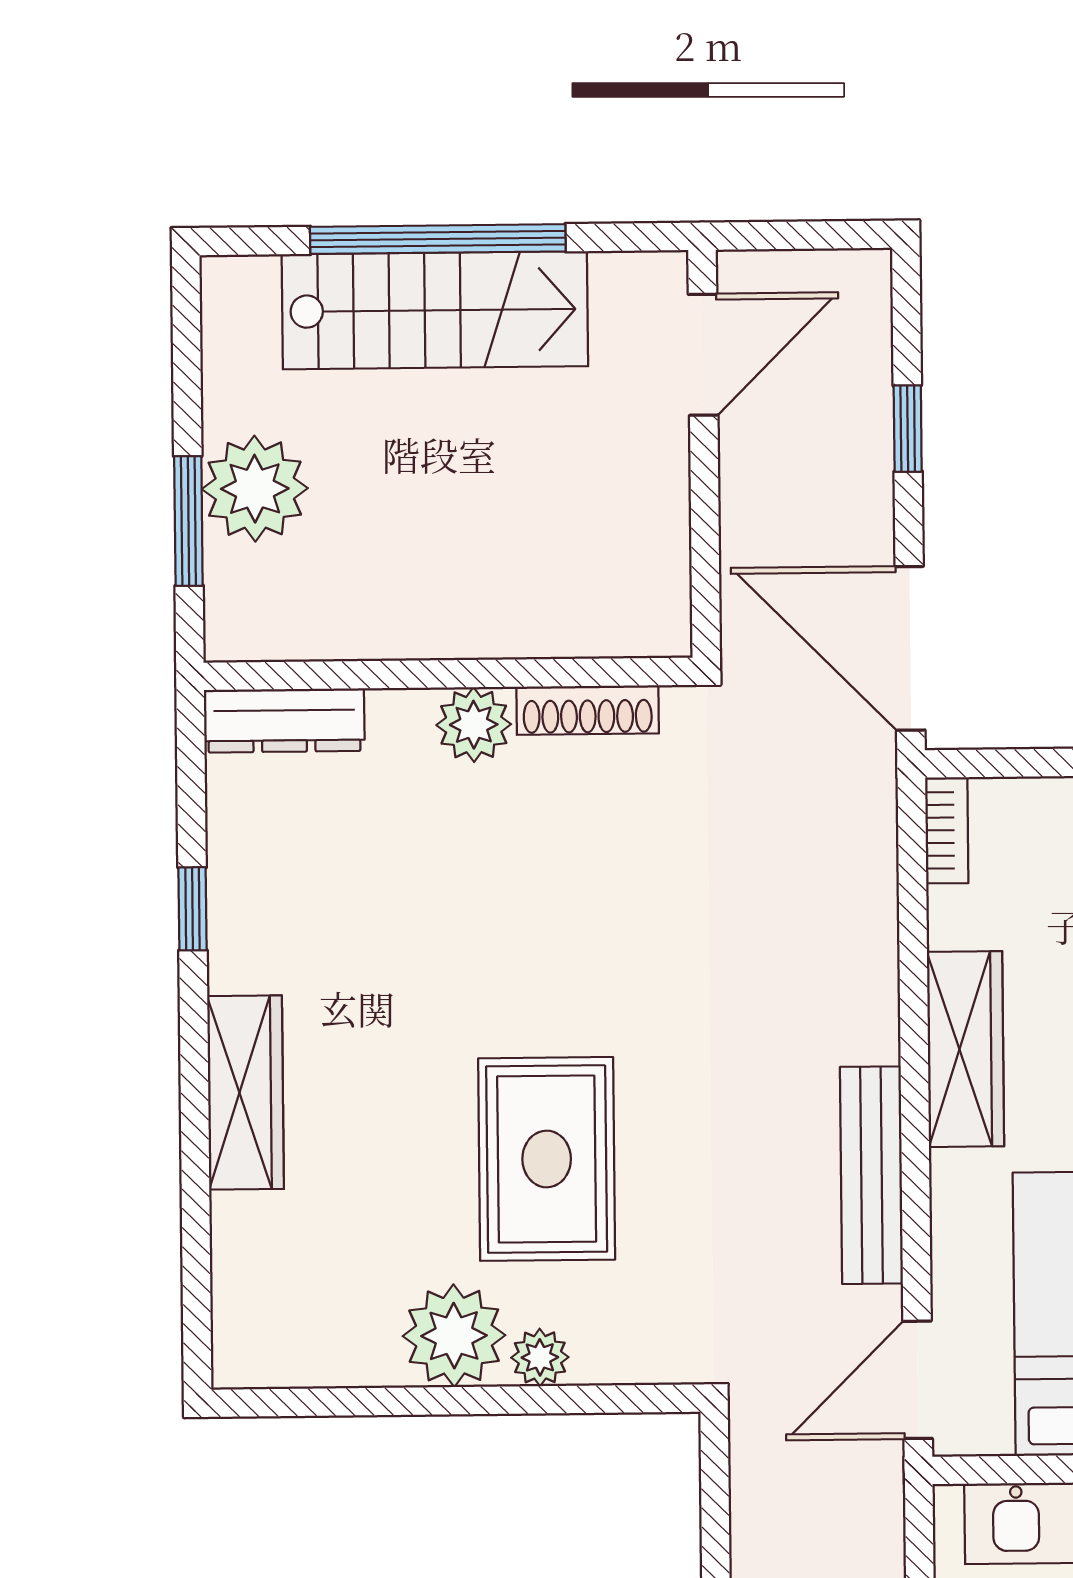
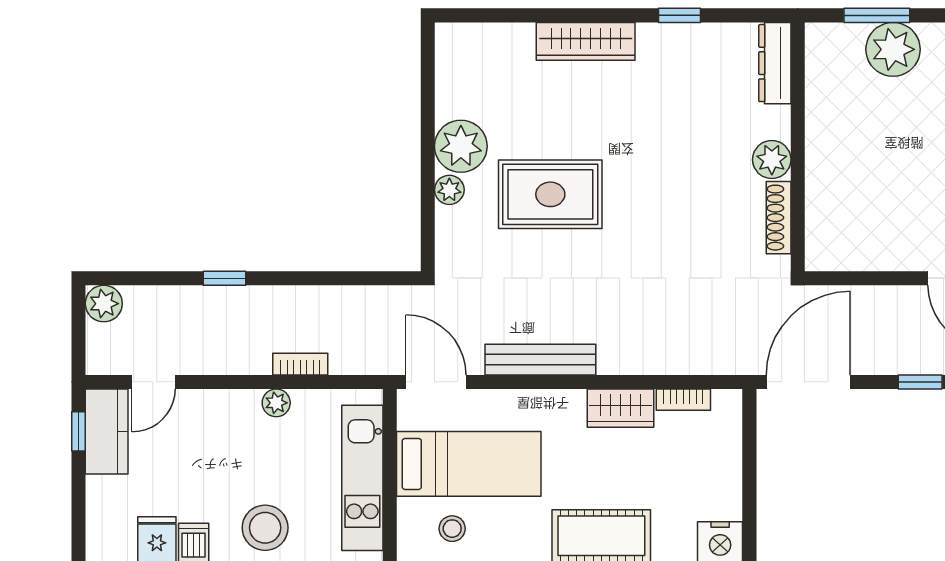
bookcase: (947, 830) -> (683, 400), moved
wardrobe: (965, 1049) -> (621, 408), width x0.67

